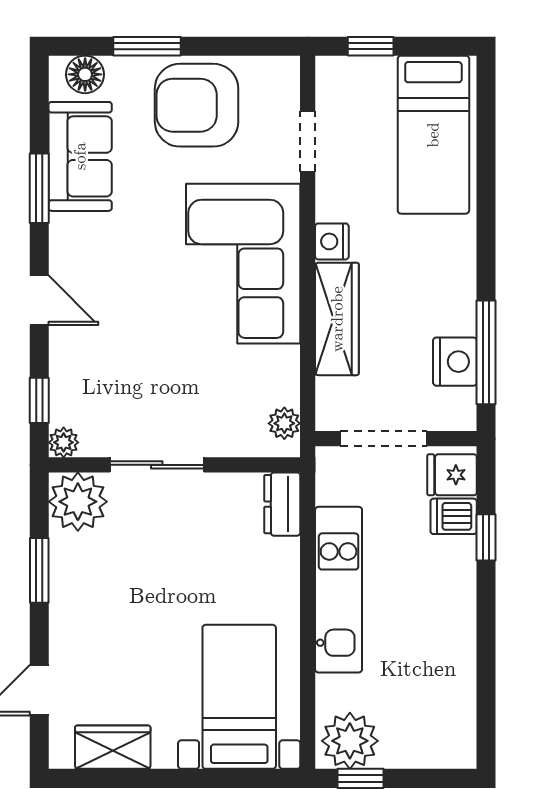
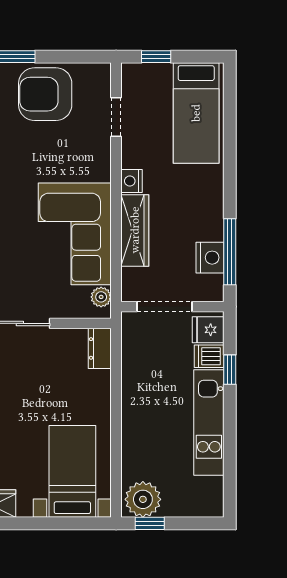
corner sofa: (243, 264) -> (75, 234), moved
kitchen unit: (339, 590) -> (209, 422), moved, turned 180

